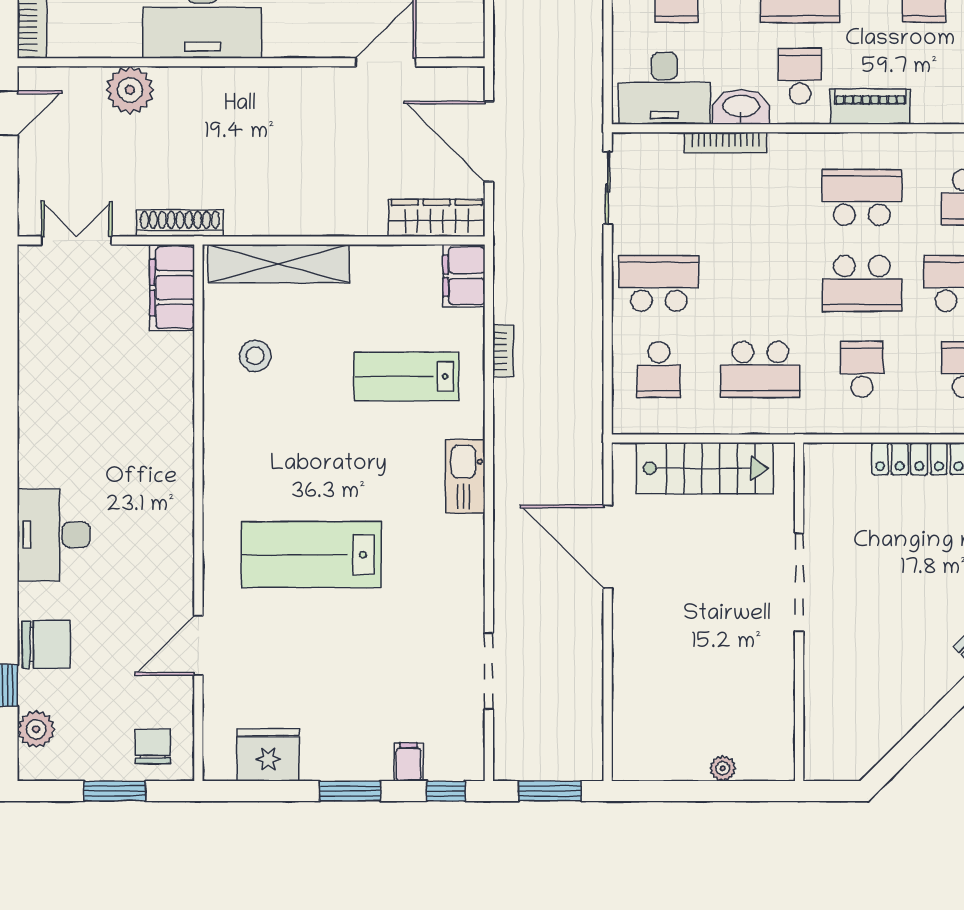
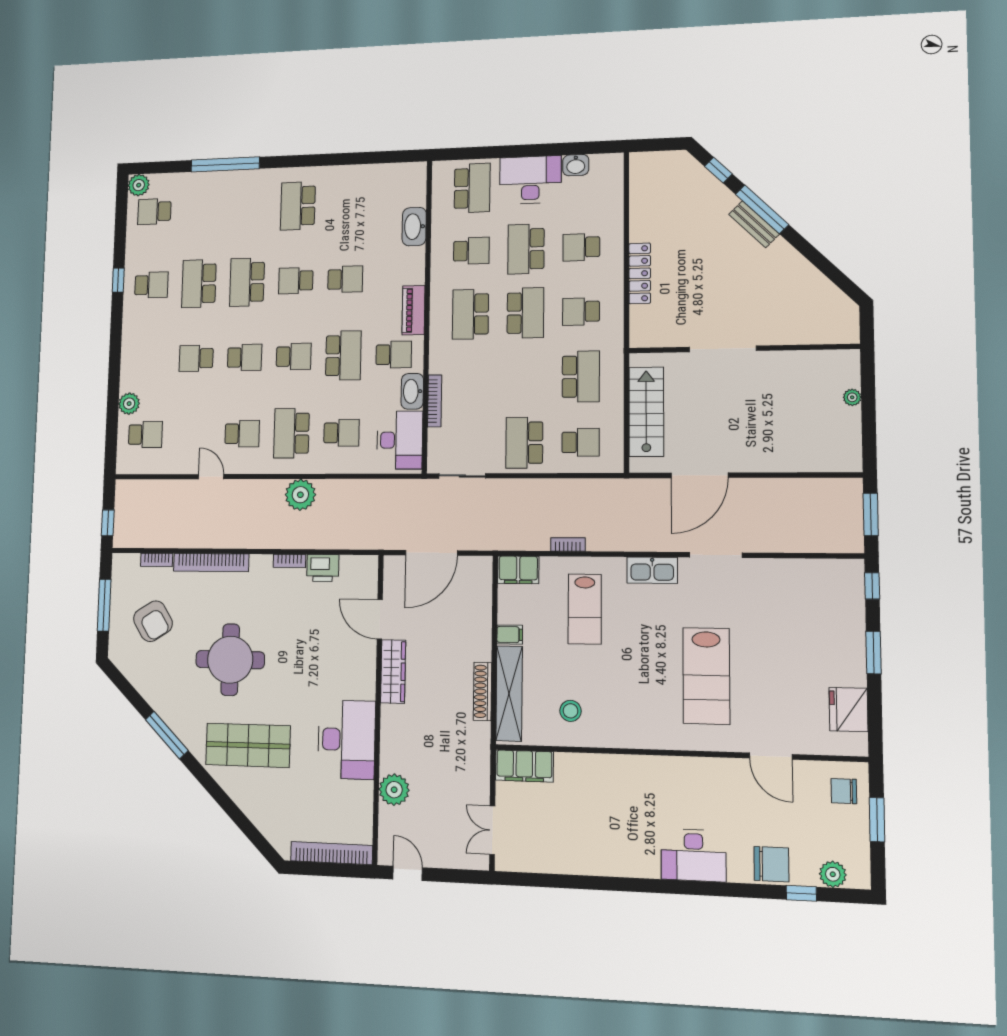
school desk: (800, 76) -> (394, 355), turned 180
wardrobe: (437, 218) -> (393, 671), moved, turned 180
shoe rack: (180, 223) -> (482, 691), moved
chair: (46, 644) -> (771, 864), turned 90
doorway: (489, 671) -> (716, 555), moved
filing cabinet: (409, 762) -> (510, 635), moved, turned 180

